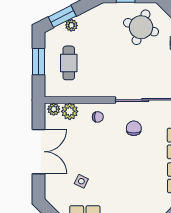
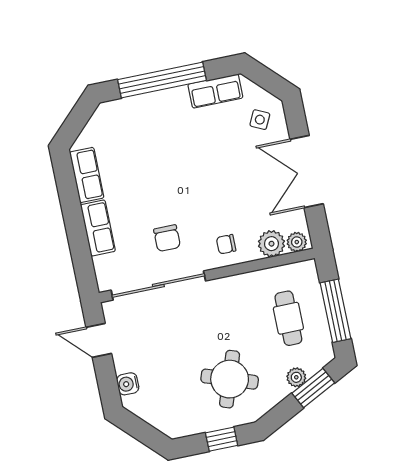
round table: (141, 27) -> (230, 379), moved
window: (39, 62) -> (335, 311), width x1.44
side table: (81, 181) -> (260, 120), moved

